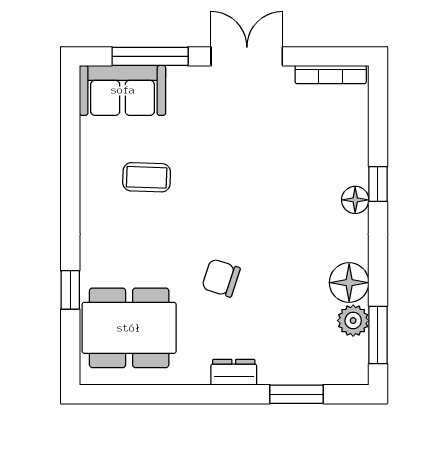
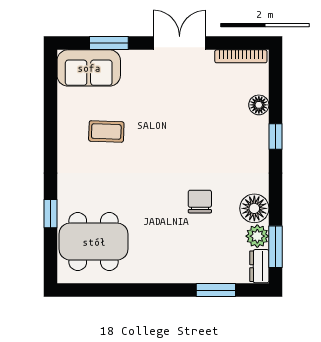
window: (150, 56) -> (109, 43), width x0.69
floor lamp: (355, 200) -> (259, 105), moved
chair: (221, 278) -> (200, 202), moved, turned 72
dresser: (234, 372) -> (259, 266), moved, turned -90

